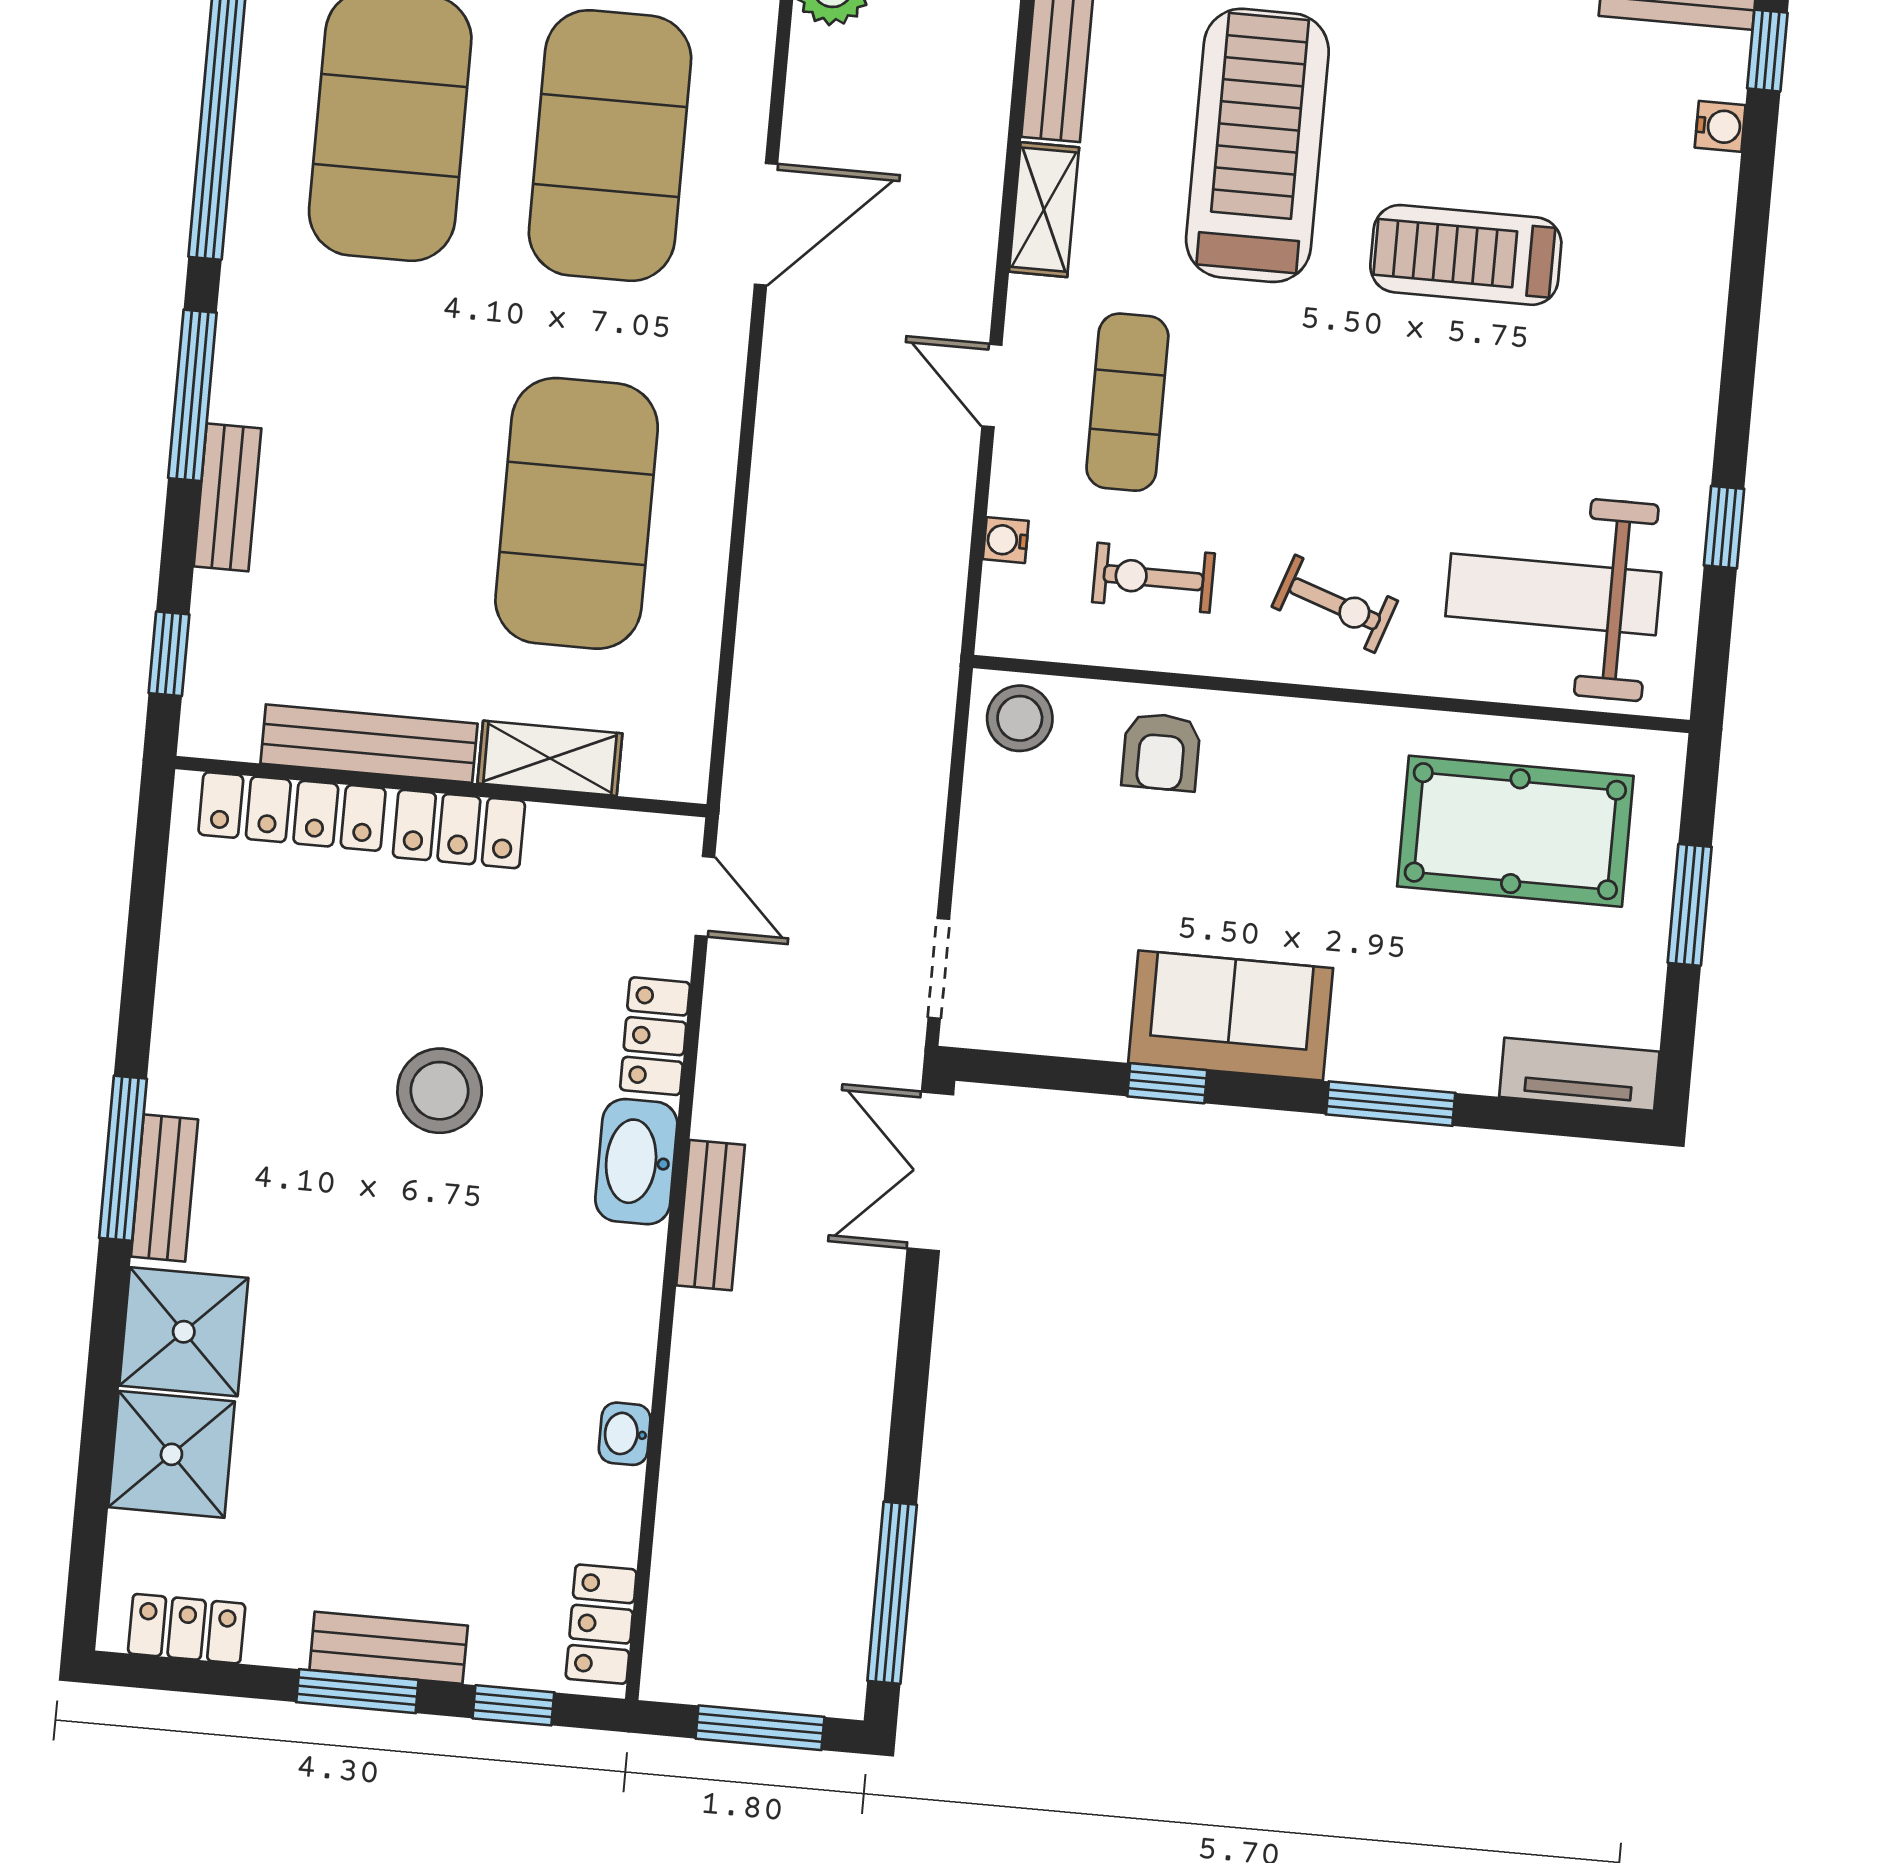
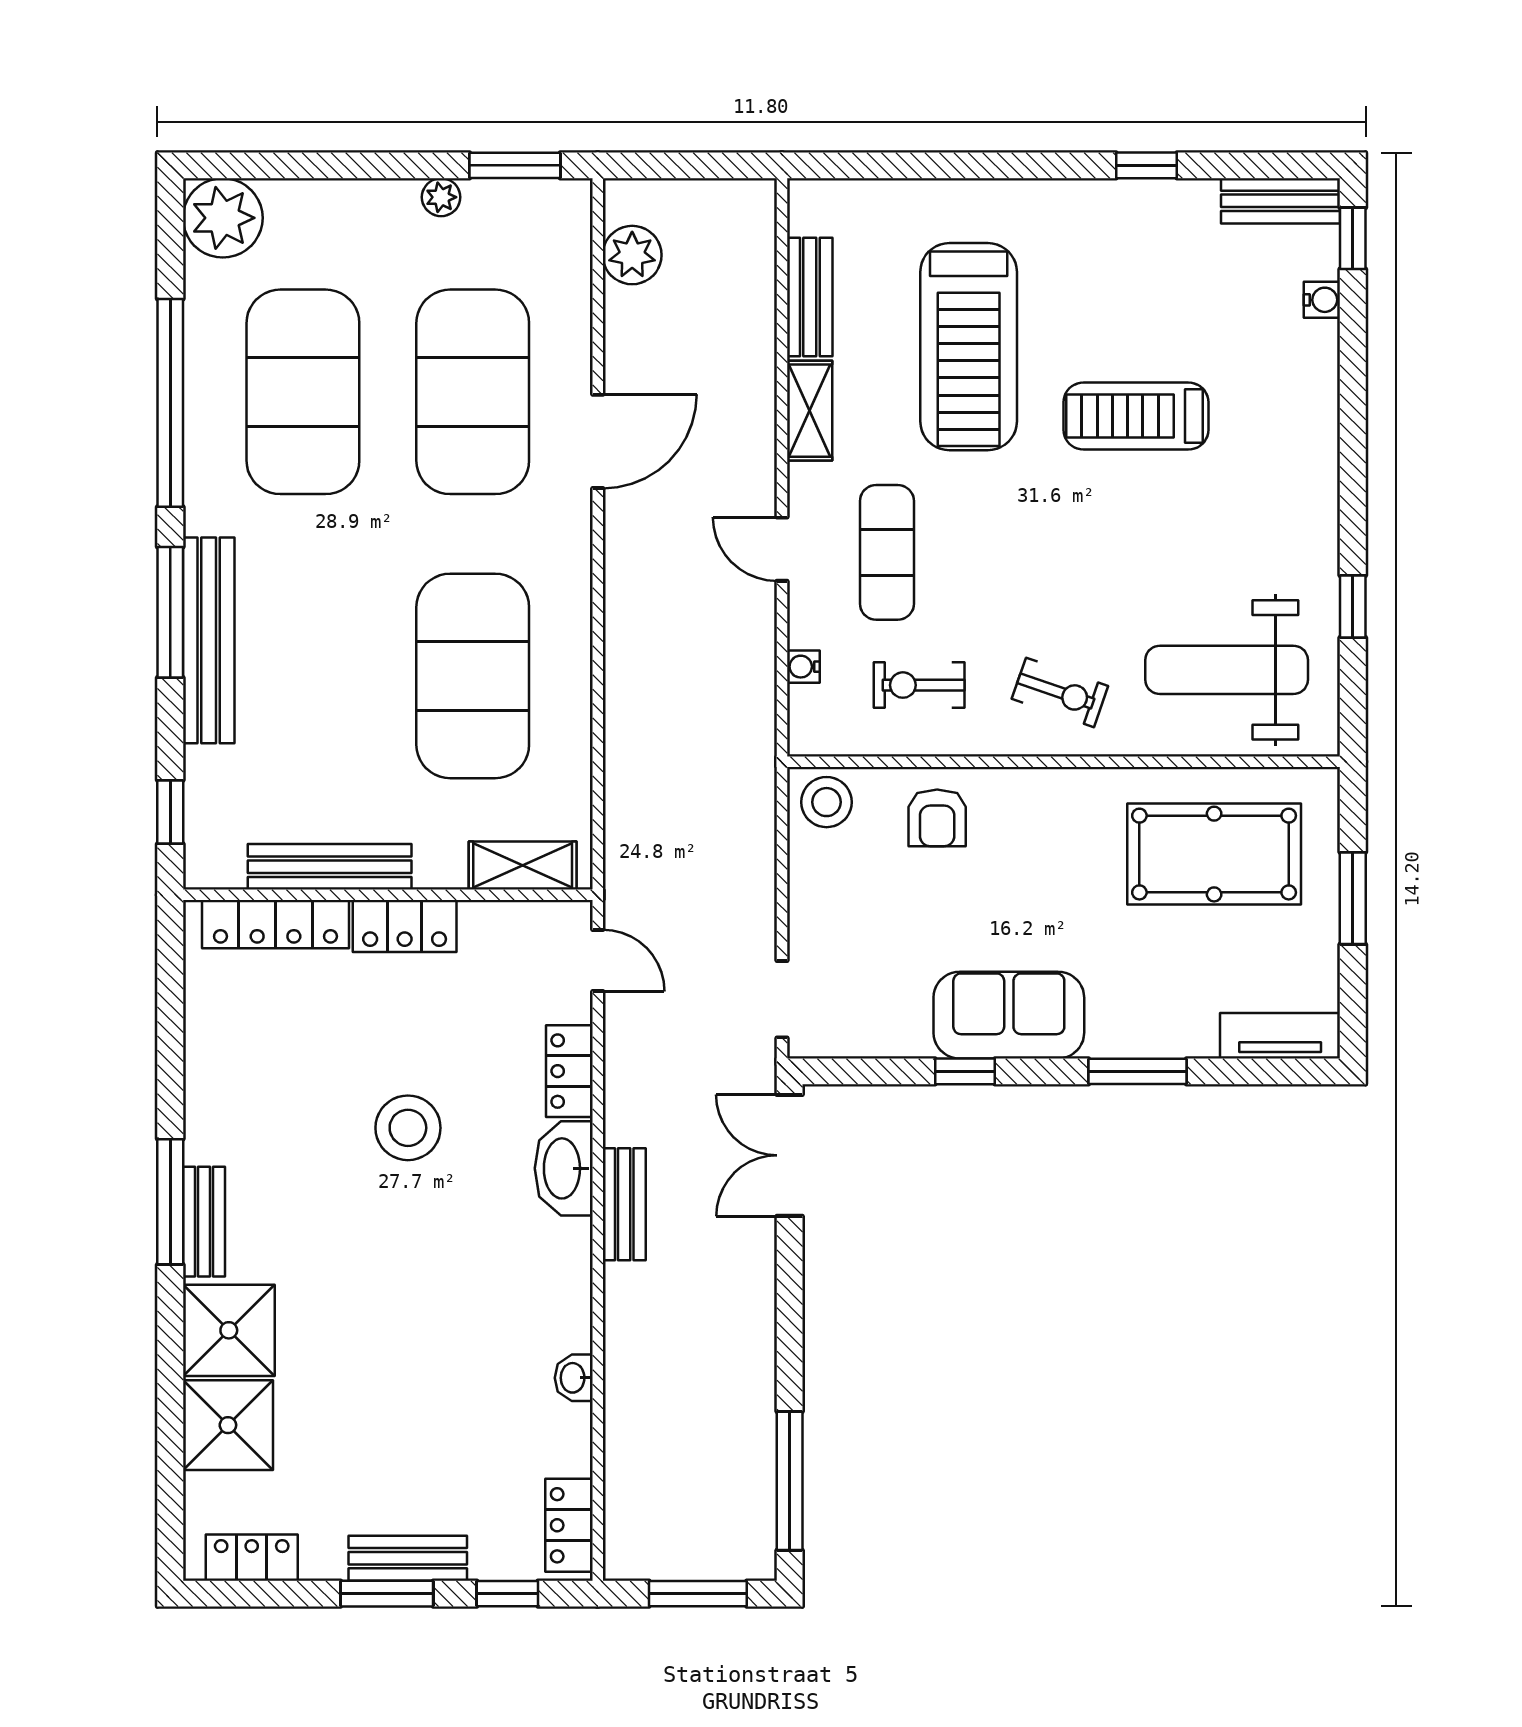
treadmill: (1257, 145) -> (969, 347), turned 180
bench: (227, 497) -> (209, 640), width x1.86, depth x1.21
shelving: (550, 758) -> (523, 865), moved

